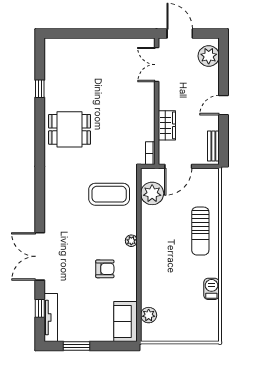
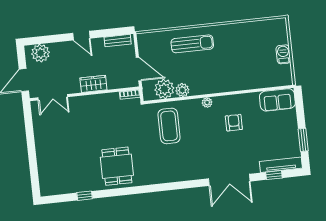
wardrobe: (167, 125) -> (93, 84), moved
barbecue: (211, 289) -> (283, 54), moved, turned 90
plant: (149, 315) -> (182, 90), moved

